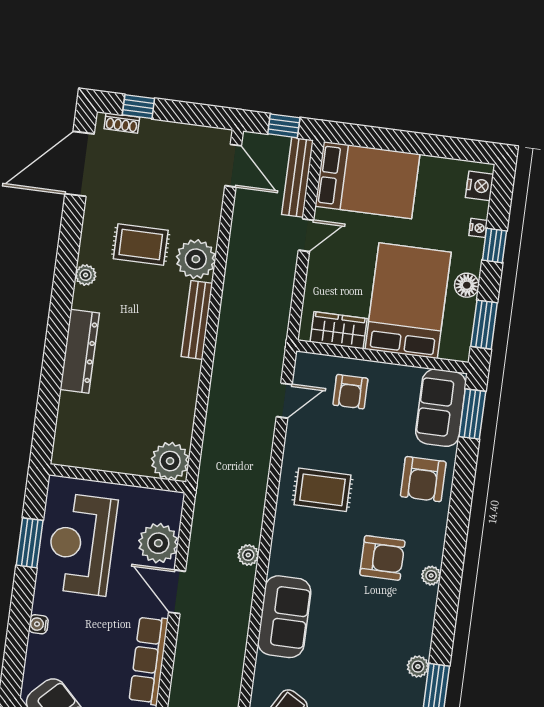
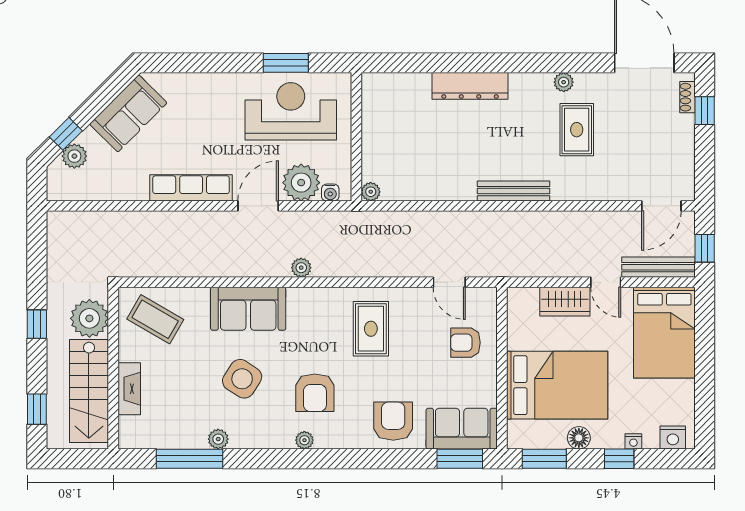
plant: (196, 259) -> (570, 183), removed
plant: (86, 275) -> (564, 82), moved
wardrobe: (339, 330) -> (565, 302), moved, turned 90
plant: (170, 461) -> (371, 192), width x0.53, depth x0.53
armchair: (423, 479) -> (393, 421), turned 90
water cooler: (38, 624) -> (330, 193), moved, turned 180
side table: (358, 633) -> (242, 379), added

